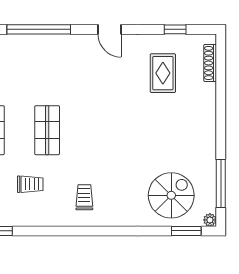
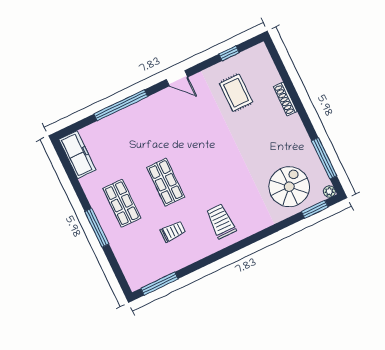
shoe rack: (210, 63) -> (285, 99), moved
trolley: (84, 197) -> (221, 221), width x1.36, depth x1.39

